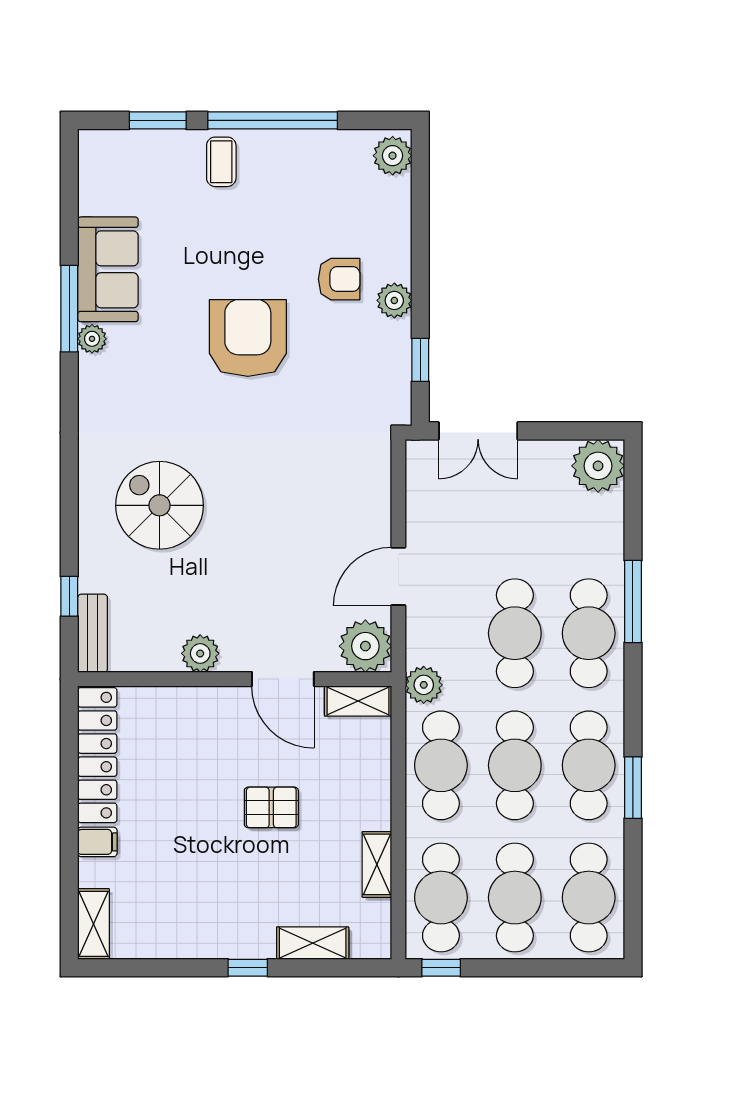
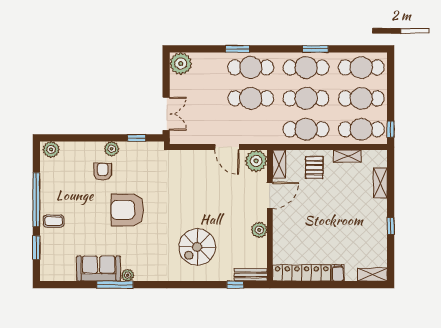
window: (633, 601) -> (237, 49), width x0.69
plant: (424, 685) -> (272, 136), removed
pallet: (271, 807) -> (314, 167), moved
window: (248, 968) -> (391, 226), moved

